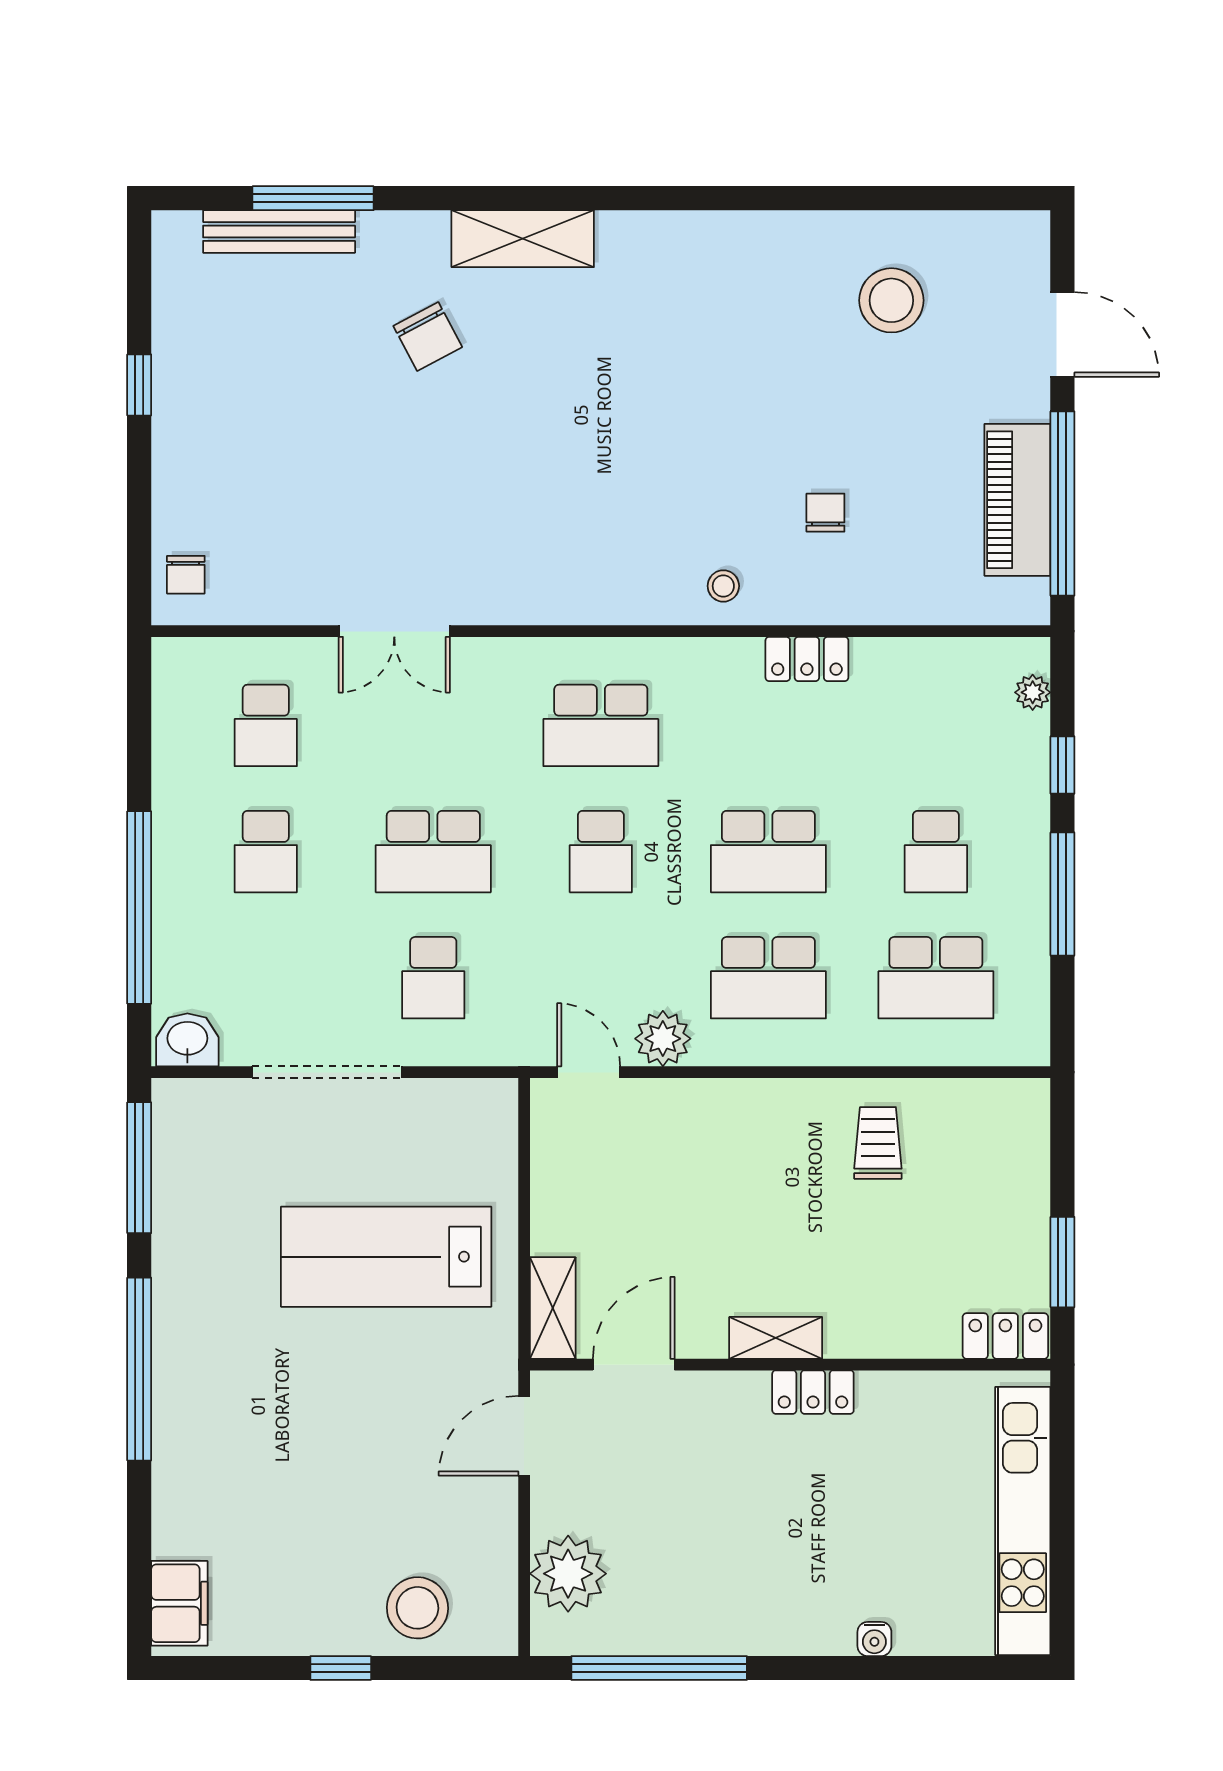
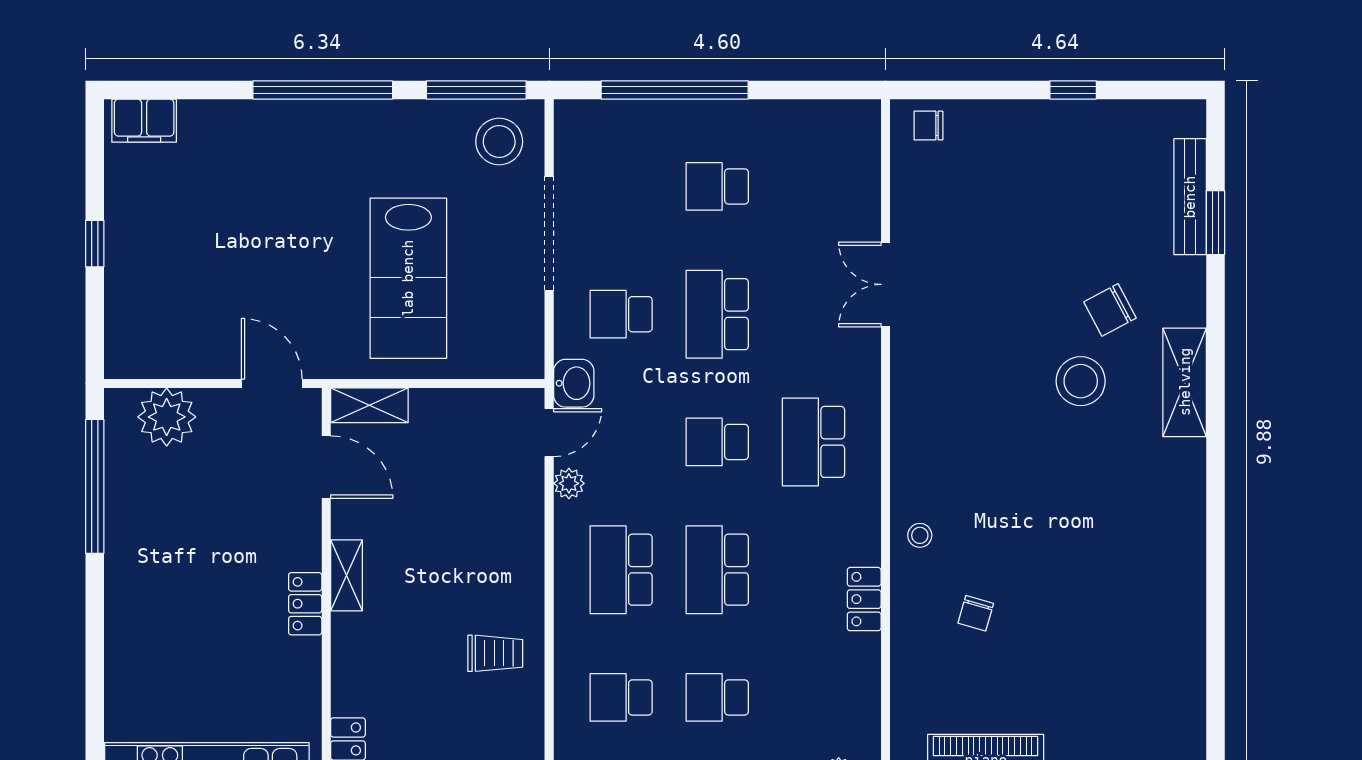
window: (313, 198) -> (1215, 223), width x0.69
stool: (891, 300) -> (1081, 381), moved
chair: (825, 513) -> (976, 613), turned 106
school desk: (266, 725) -> (813, 186), removed
school desk: (936, 978) -> (621, 697), width x0.54
plant: (663, 1039) -> (569, 483), width x0.73, depth x0.73
washbasin: (187, 1040) -> (574, 383), moved
lab bench: (386, 1257) -> (408, 278), turned 180
stool: (417, 1608) -> (499, 142), moved
water cooler: (874, 1639) -> (117, 651), removed

